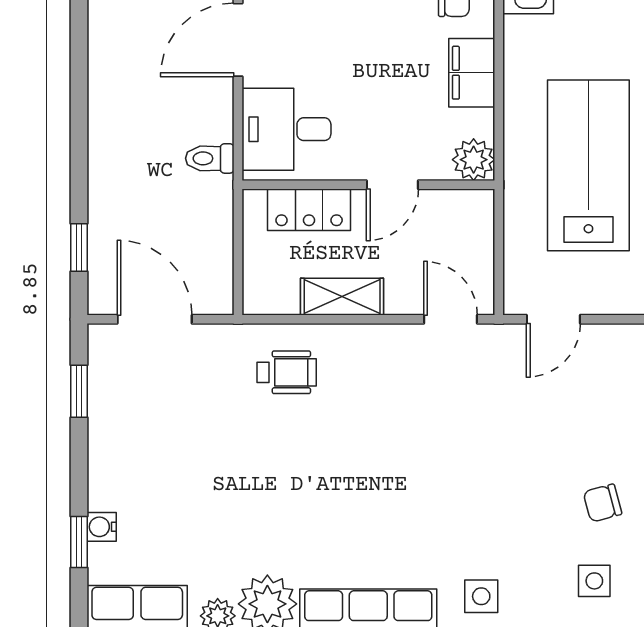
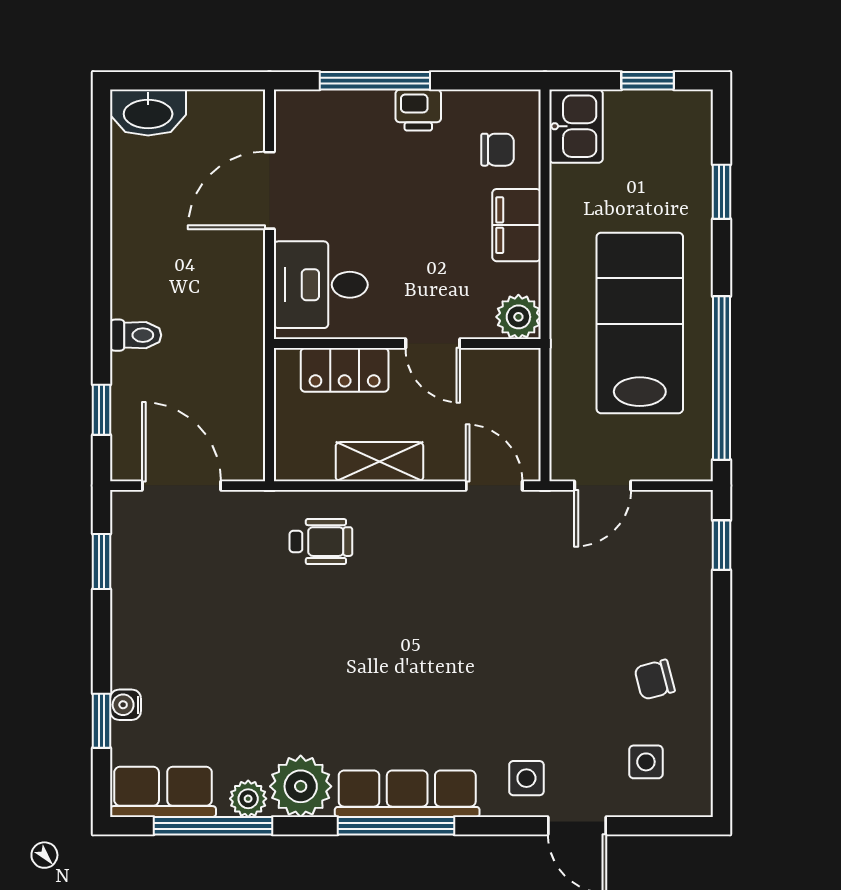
toilet: (210, 158) -> (136, 335), moved, turned 180
door: (392, 185) -> (433, 343), hinge flipped

